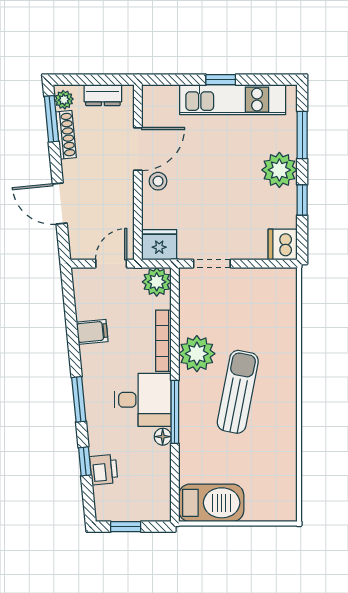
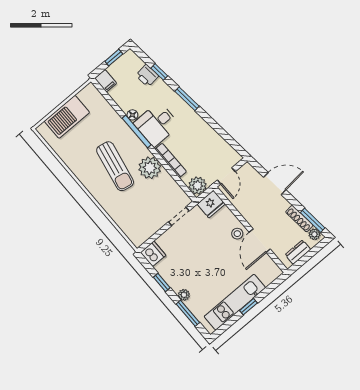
plant: (279, 170) -> (184, 295), width x0.53, depth x0.53
filing cabinet: (92, 332) -> (106, 81), moved, turned -84
barbecue: (211, 503) -> (67, 117), moved

